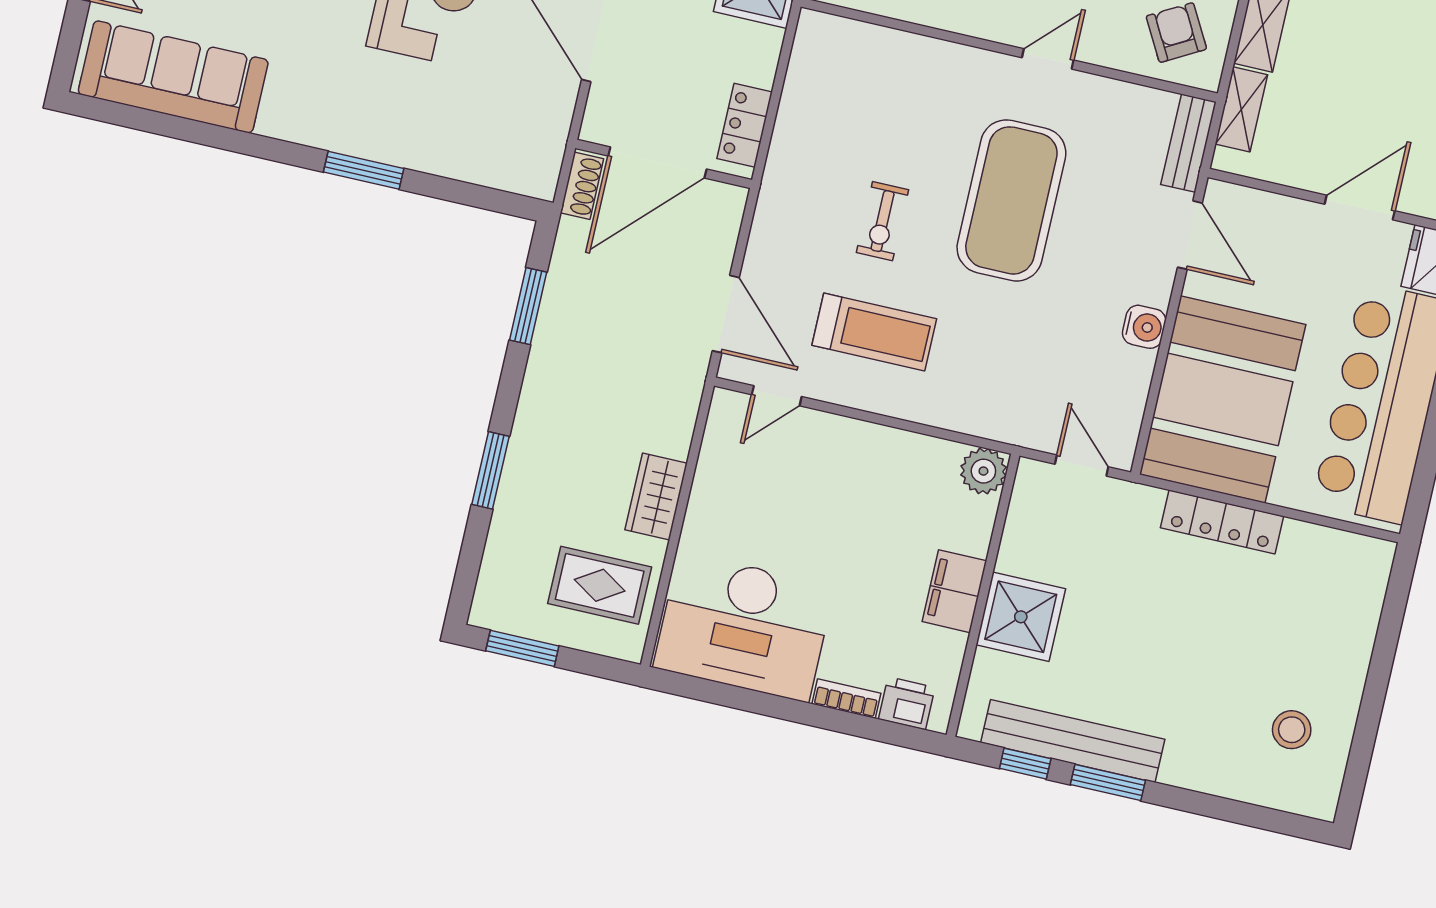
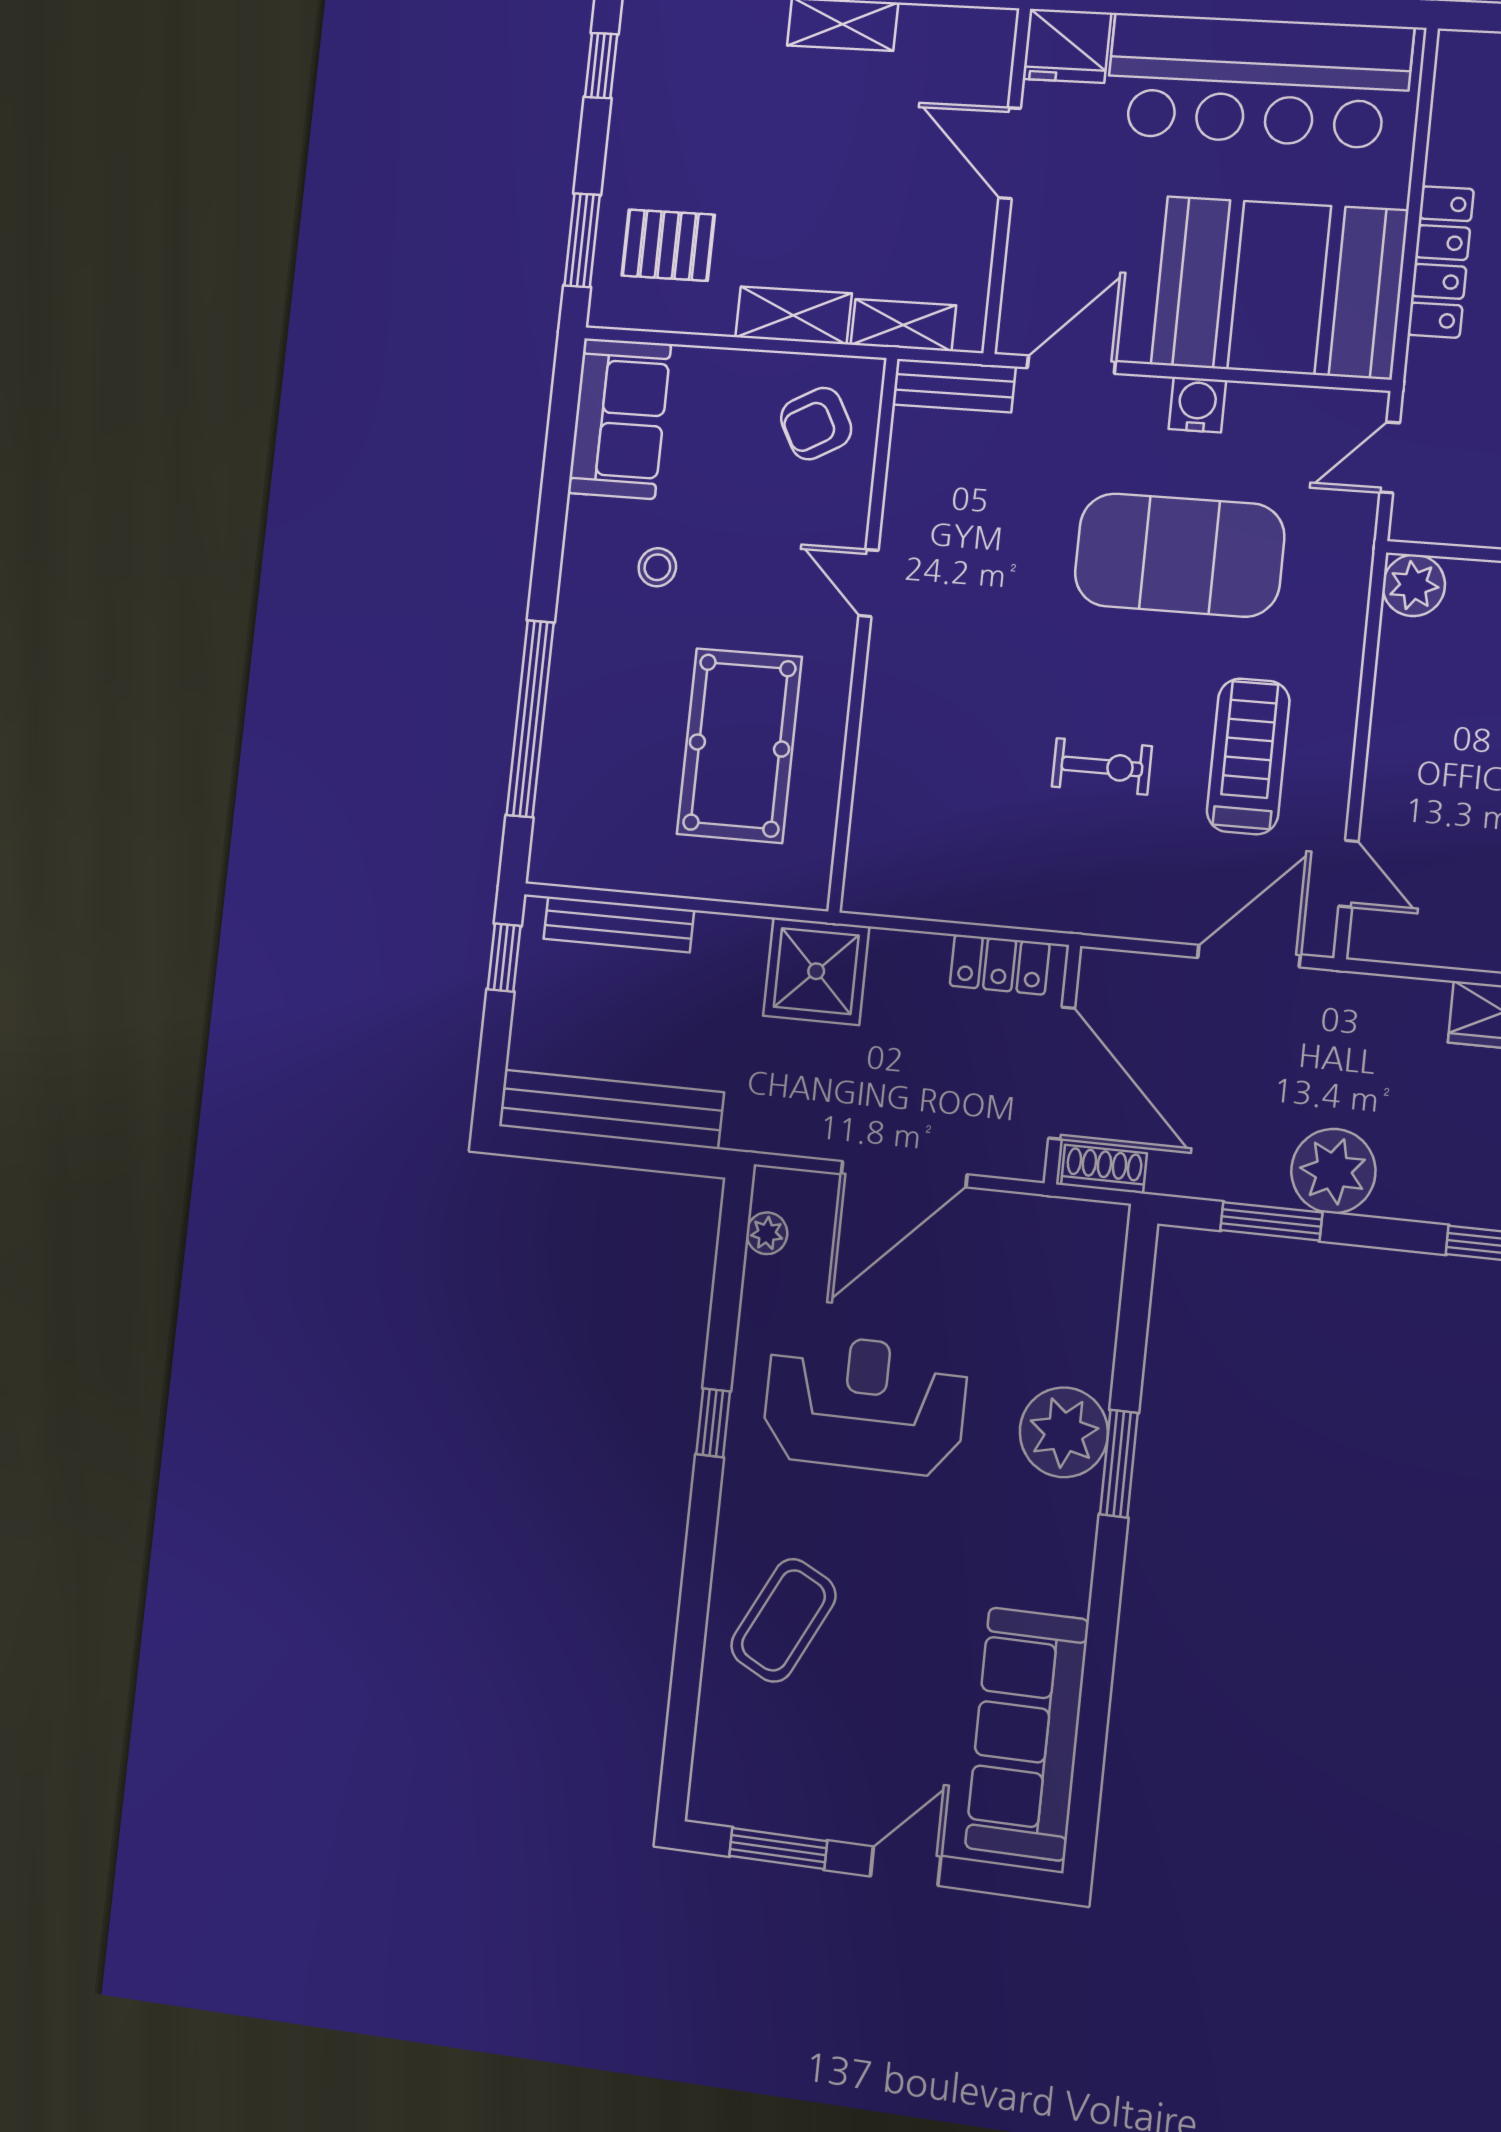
plant: (391, 132) -> (1064, 1432), added
exercise mat: (1011, 200) -> (1179, 555), moved
plant: (559, 357) -> (1333, 1171), added

